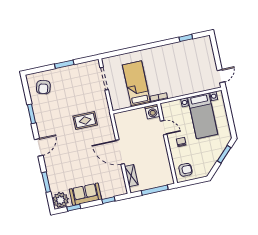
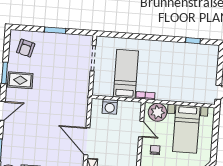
plant: (174, 109) -> (158, 112), added
washing machine: (152, 112) -> (110, 107), moved
rug: (85, 120) -> (20, 80), moved

